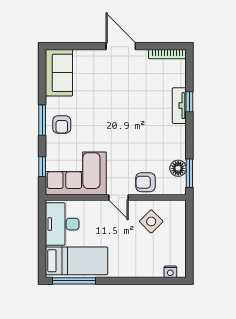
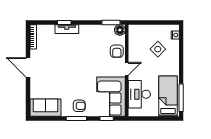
door: (121, 46) -> (28, 67), hinge flipped
floor lamp: (178, 168) -> (120, 30), moved
side table: (151, 221) -> (158, 49), moved
desk: (62, 224) -> (139, 94), moved, turned 90

